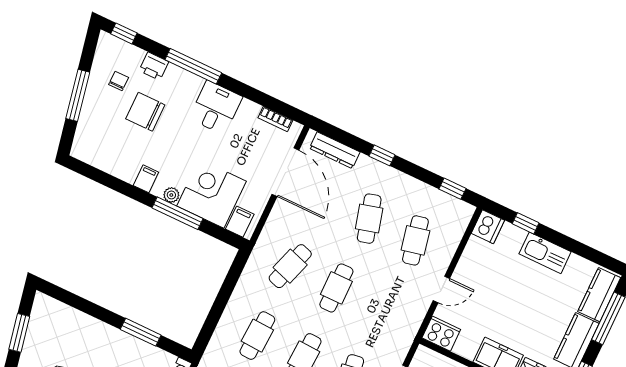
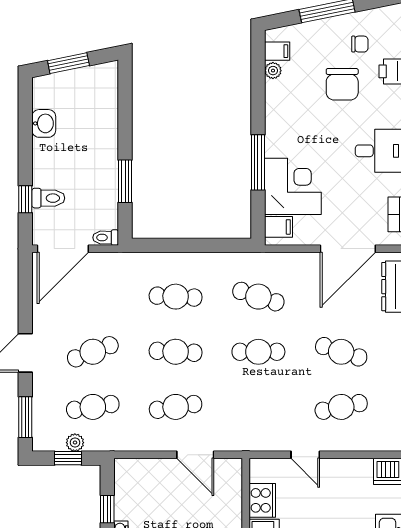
chair: (145, 112) -> (342, 84), turned 180
filing cabinet: (146, 179) -> (277, 51), moved
plant: (171, 195) -> (273, 71), moved
cafe table: (369, 219) -> (341, 352), turned 33
cooker: (441, 334) -> (262, 500), moved

